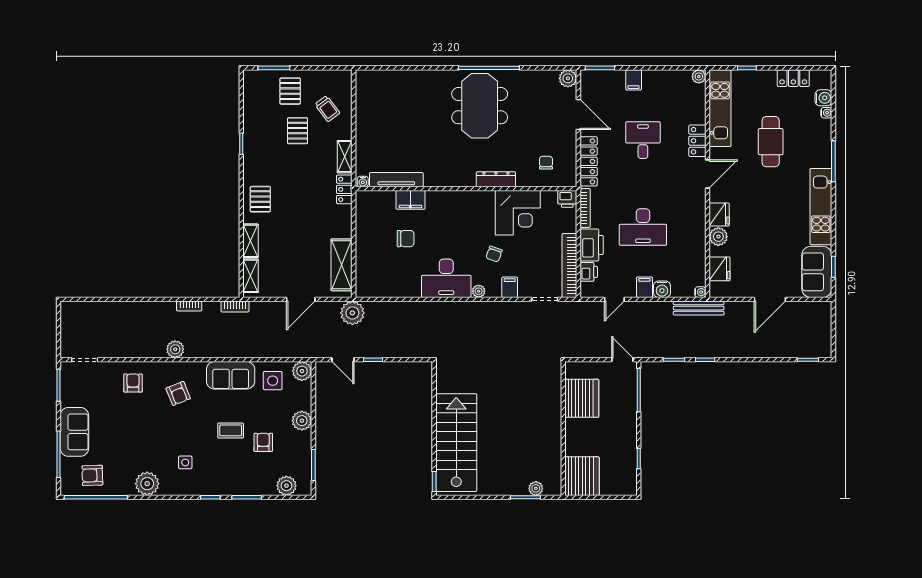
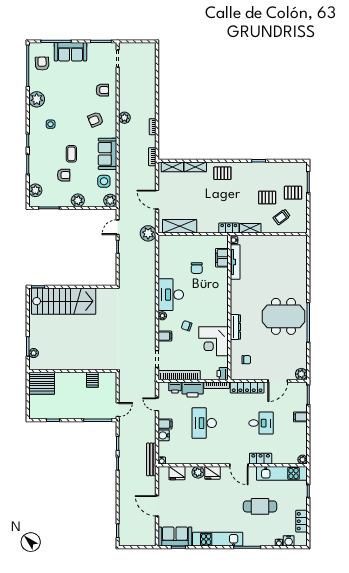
filing cabinet: (410, 200) -> (222, 258), moved
server rack: (582, 398) -> (92, 380), width x0.46, depth x0.70

